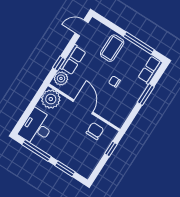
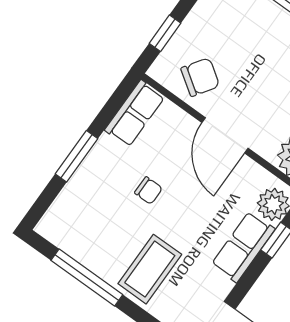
row of seats: (150, 70) -> (135, 113), moved
chair: (95, 131) -> (200, 77), turned -146

